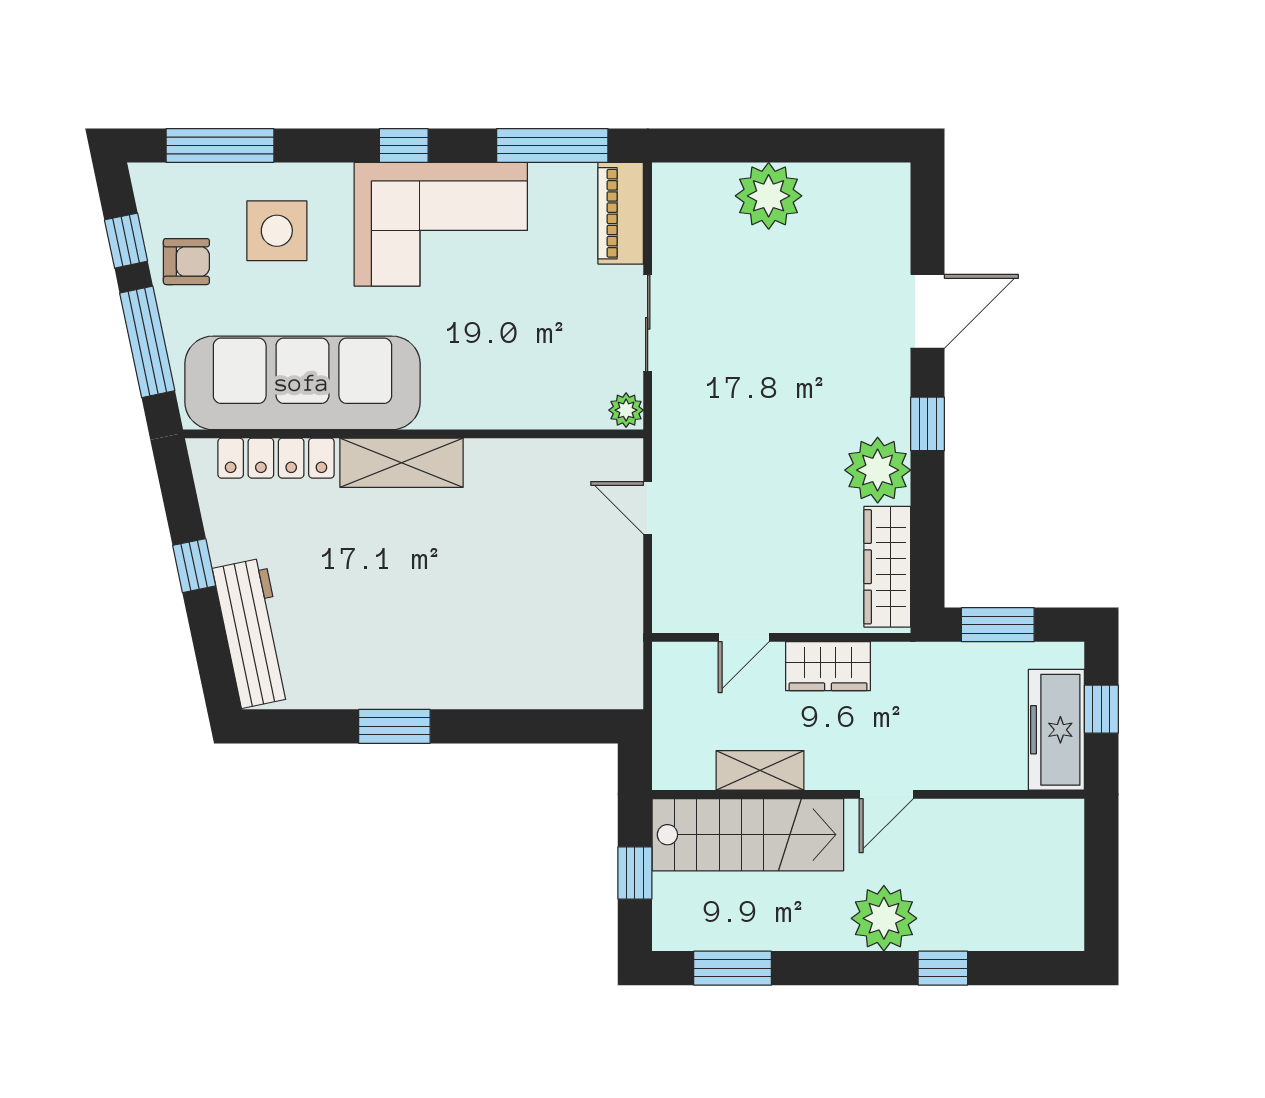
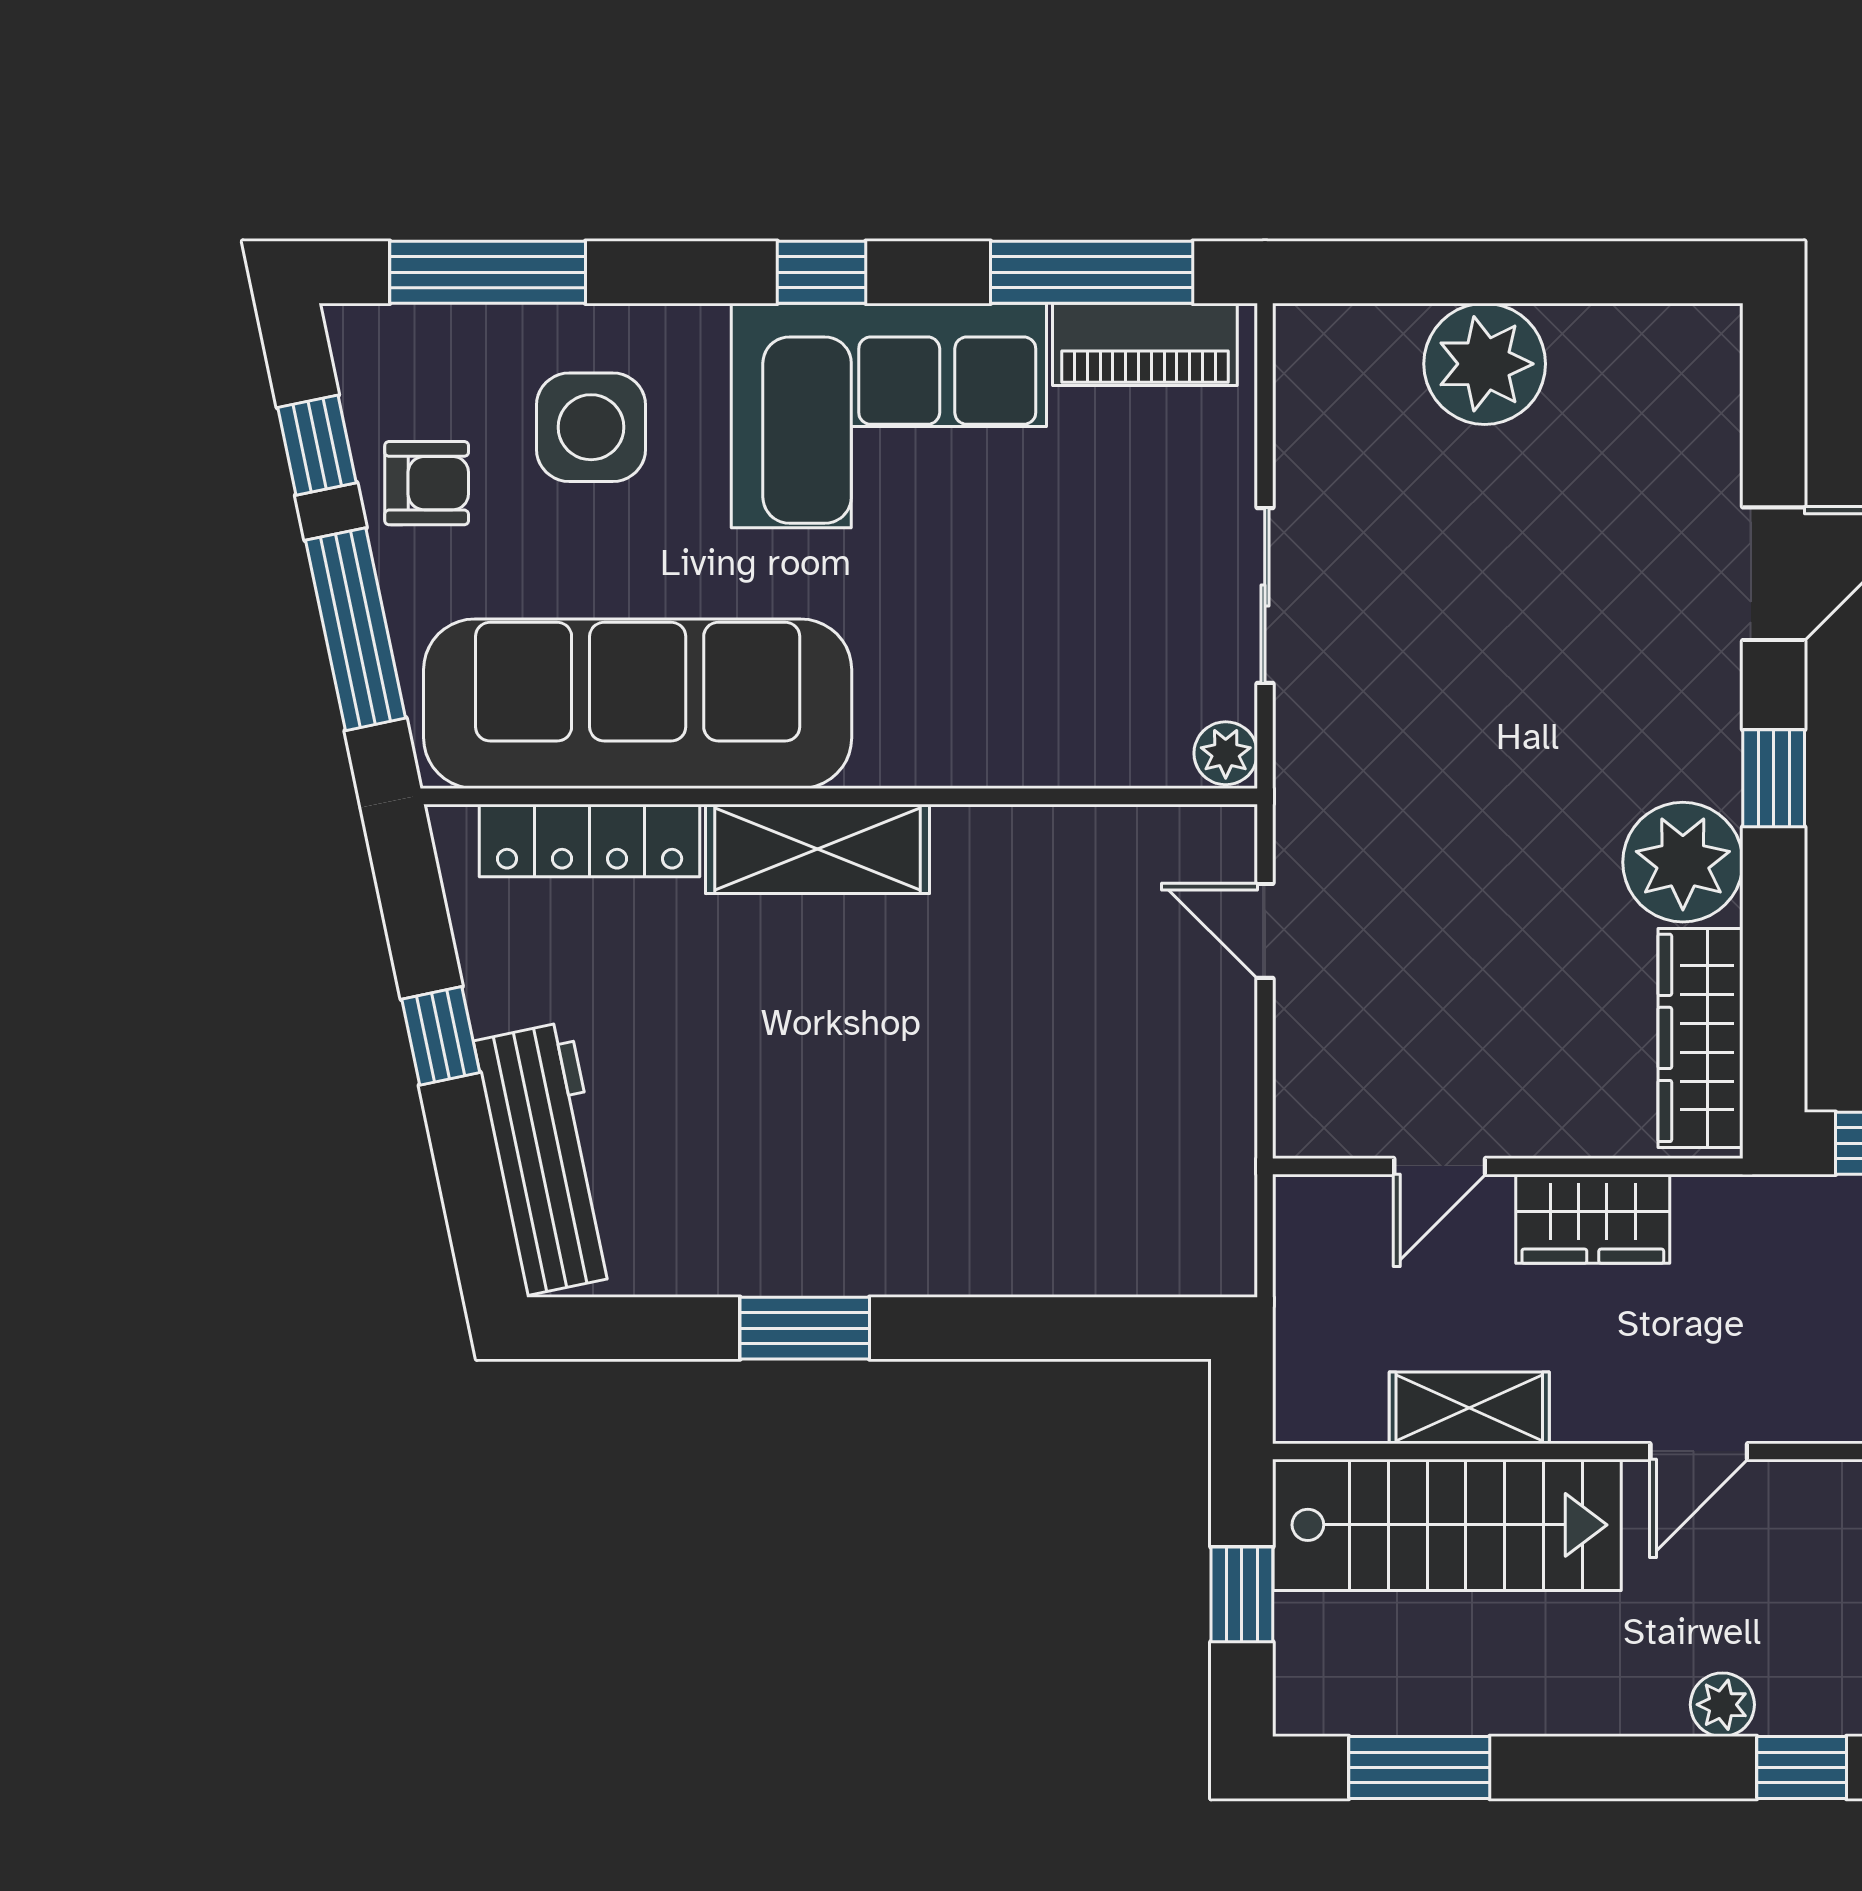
piano: (621, 213) -> (1145, 344), moved, turned -90
plant: (884, 918) -> (1722, 1705), width x0.53, depth x0.53

